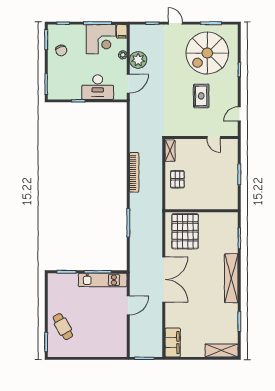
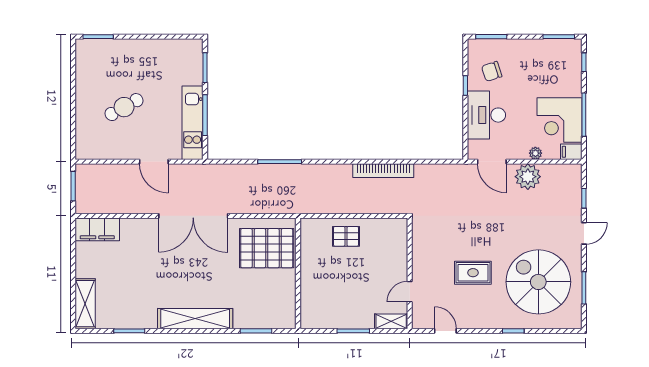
chair: (61, 50) -> (492, 71), moved
shelving: (170, 151) -> (391, 321), moved
bookcase: (134, 172) -> (383, 171), moved
cafe table: (63, 327) -> (124, 107), moved

